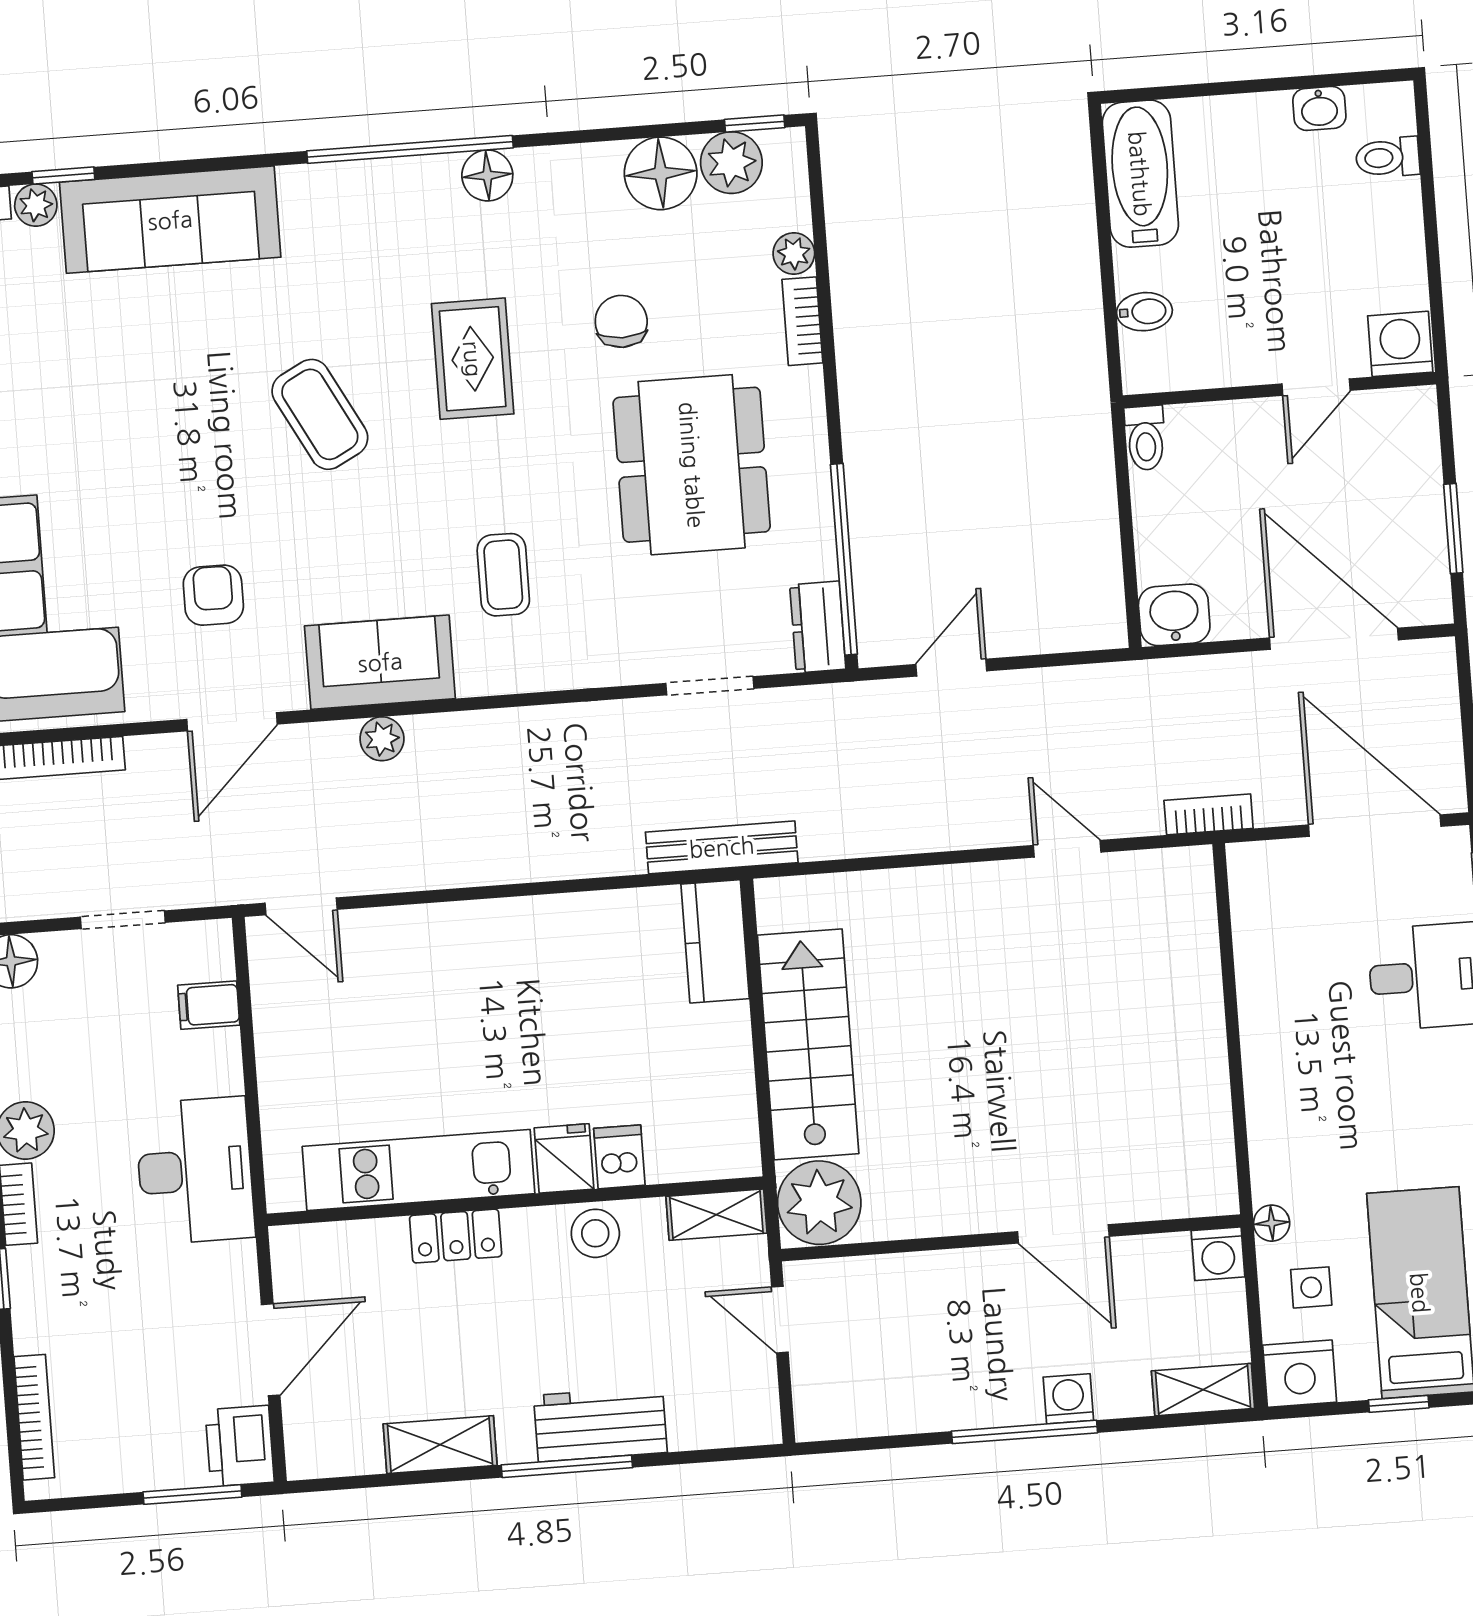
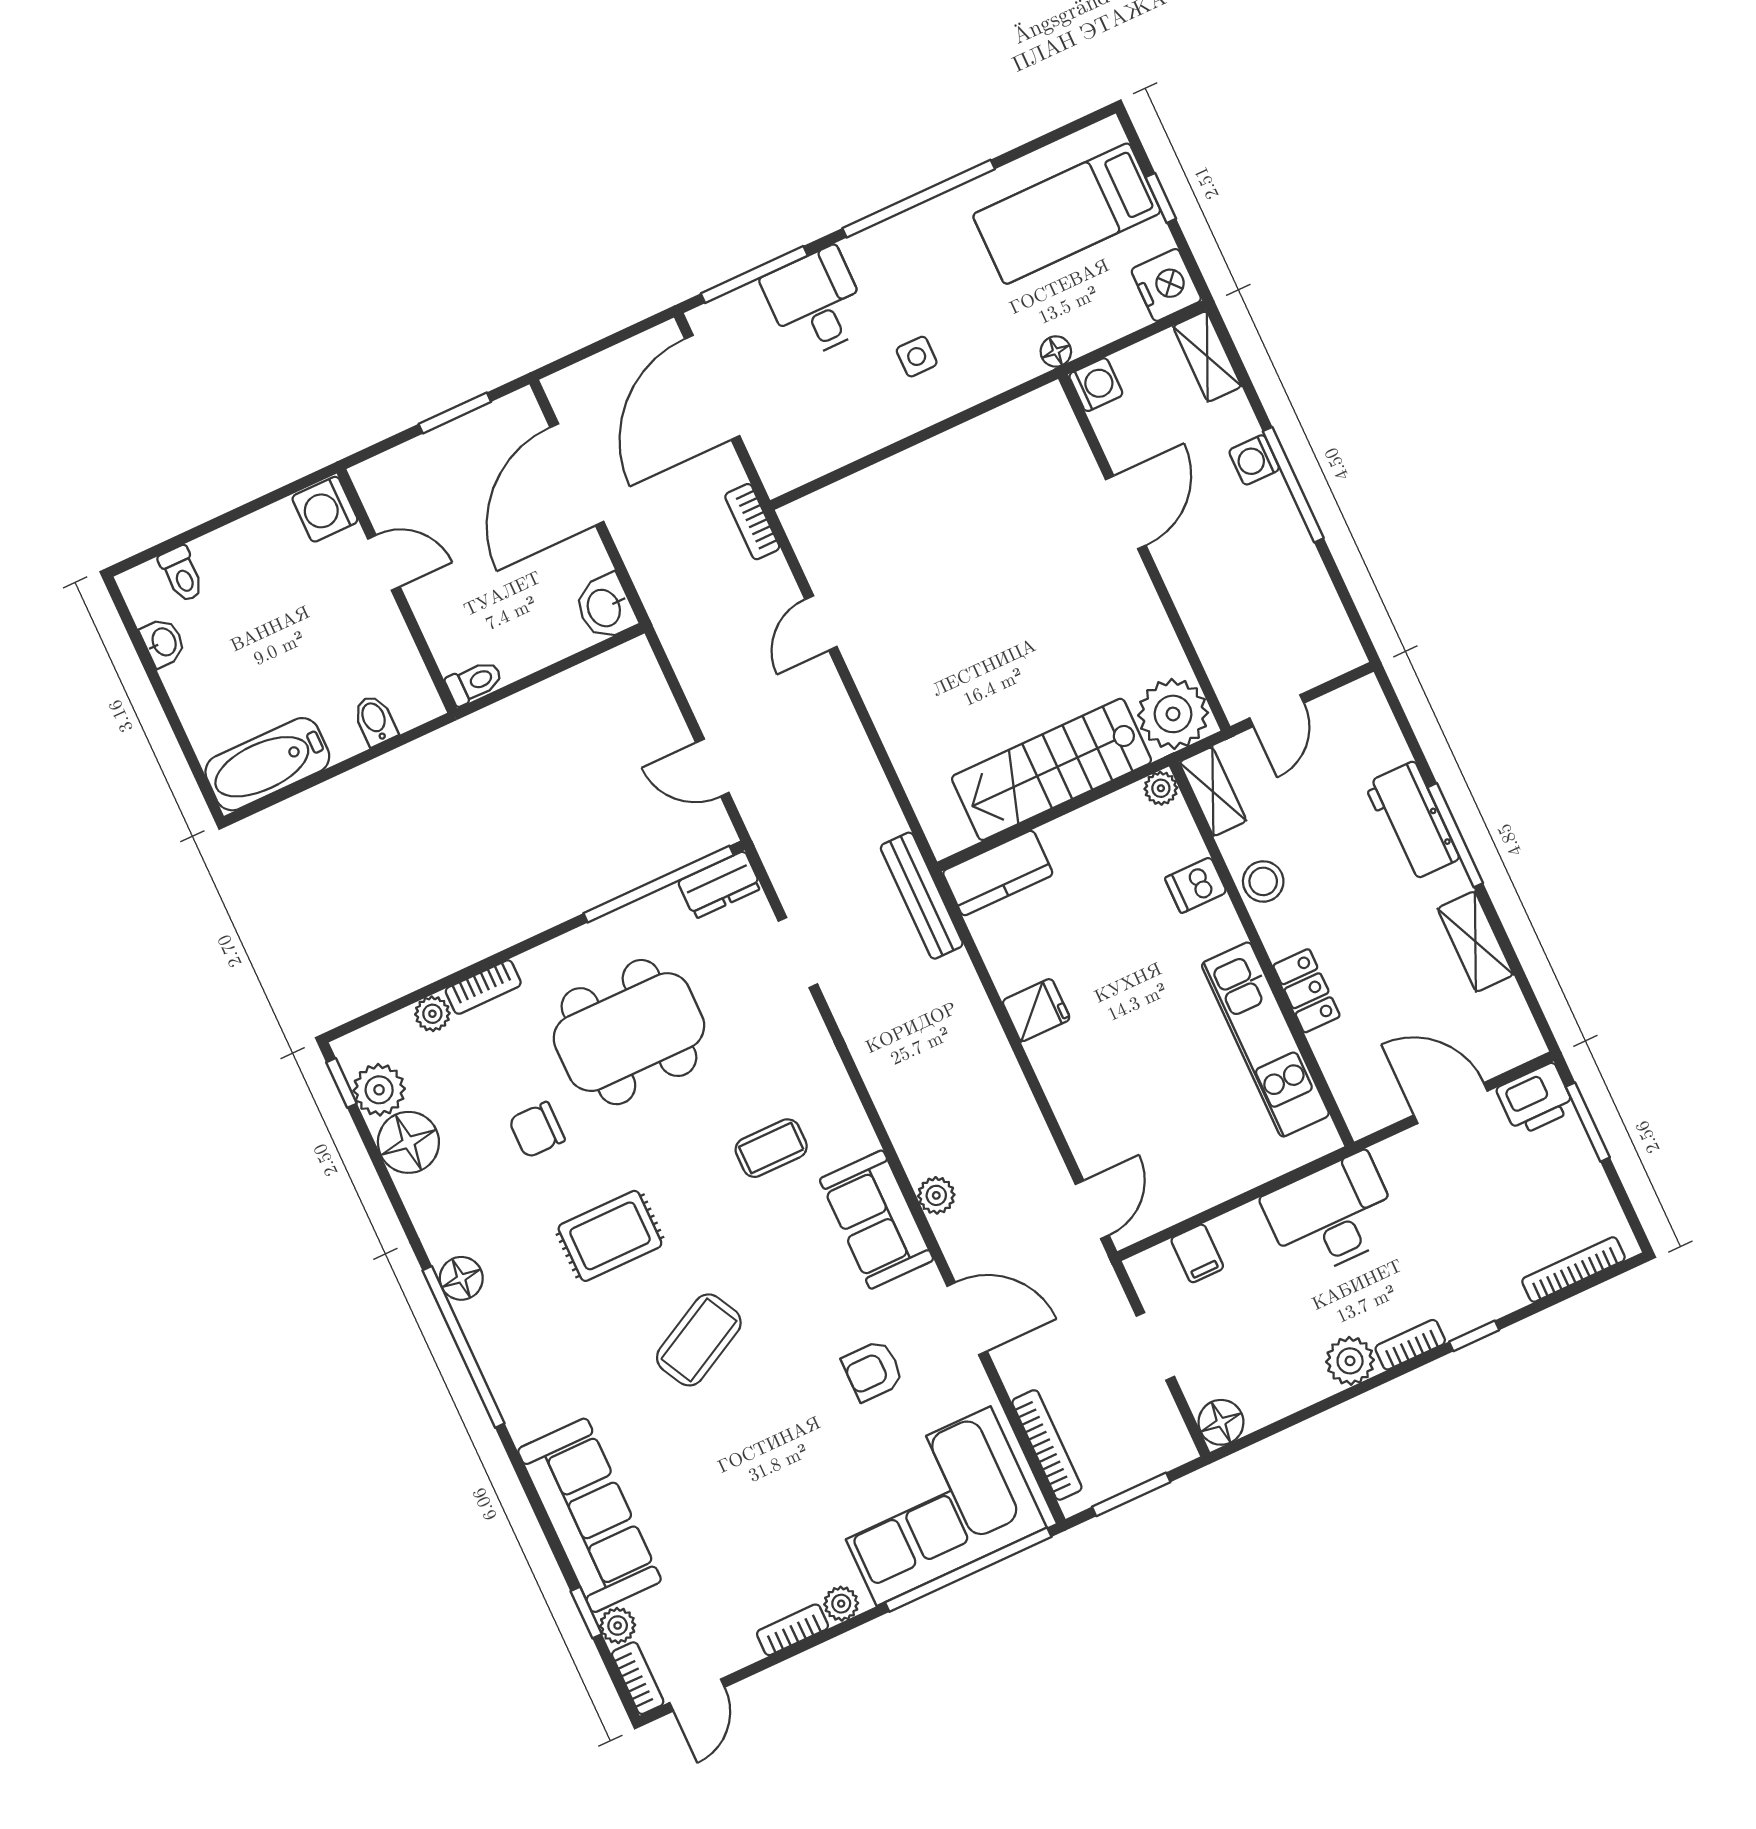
fridge: (564, 1158) -> (1036, 1010), moved, turned 180
plant: (742, 1158) -> (1161, 788), added
side table: (1311, 1287) -> (917, 357), moved

